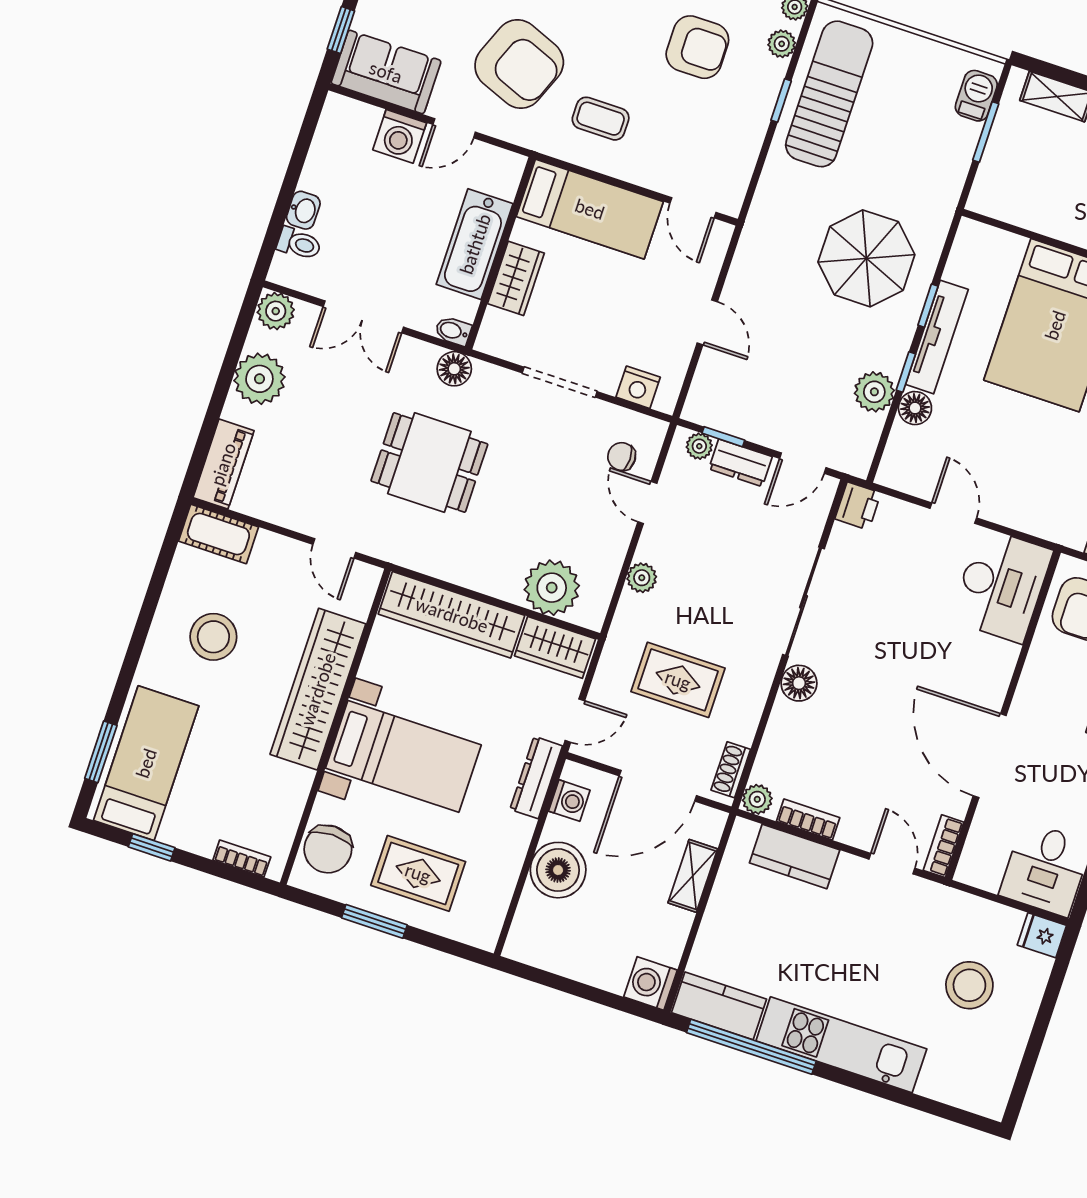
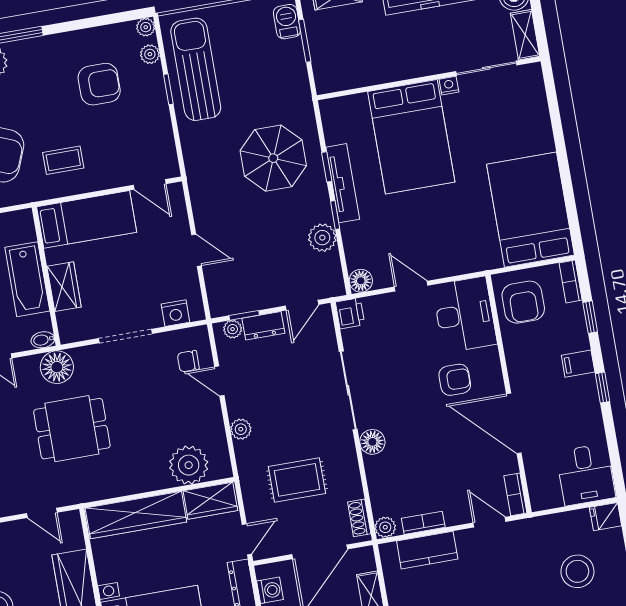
floor lamp: (454, 369) -> (57, 367), width x1.38, depth x1.38
floor lamp: (915, 408) -> (361, 281), moved
armchair: (945, 661) -> (455, 380), added

